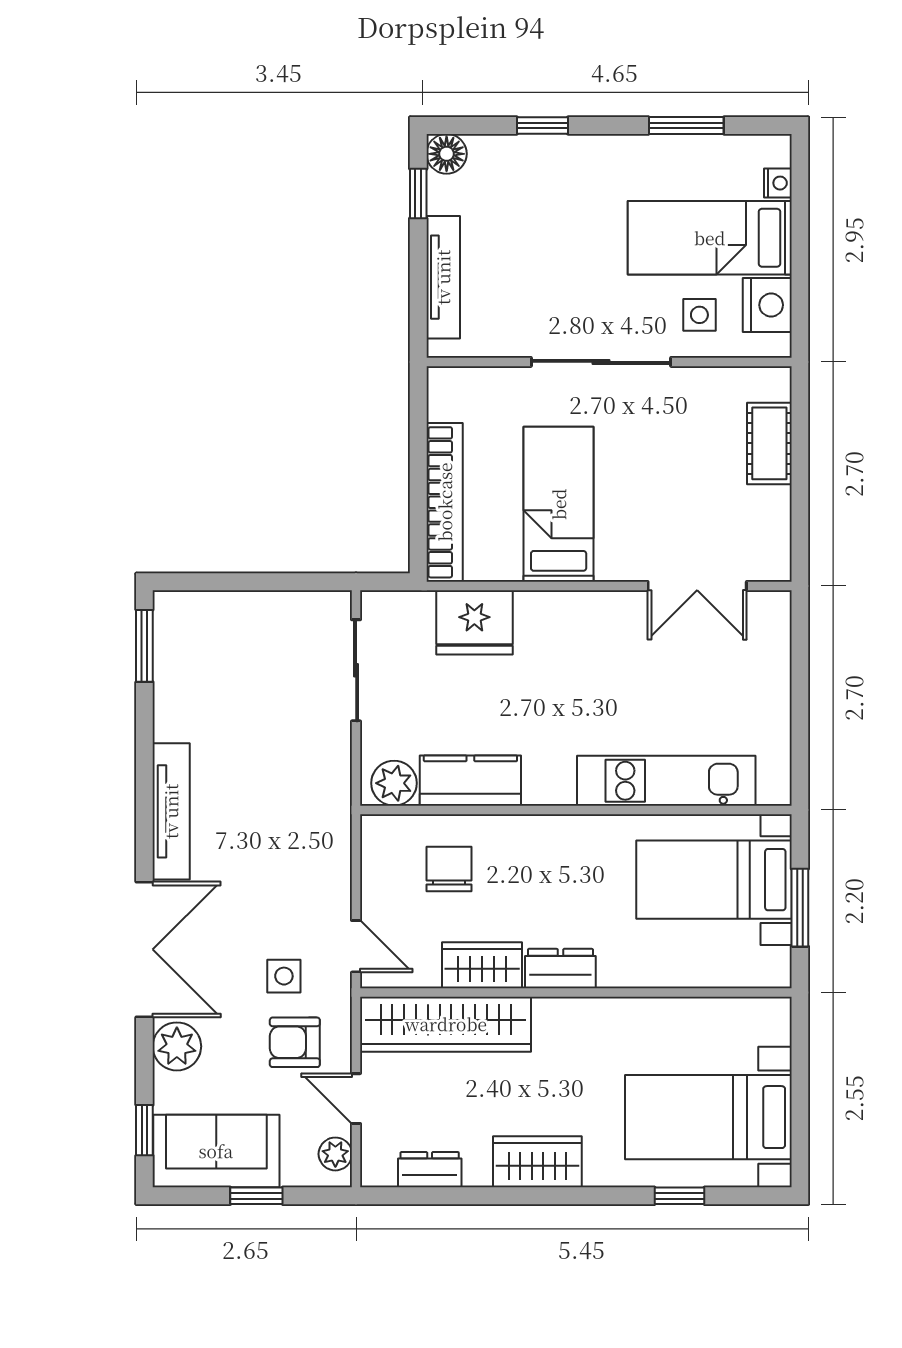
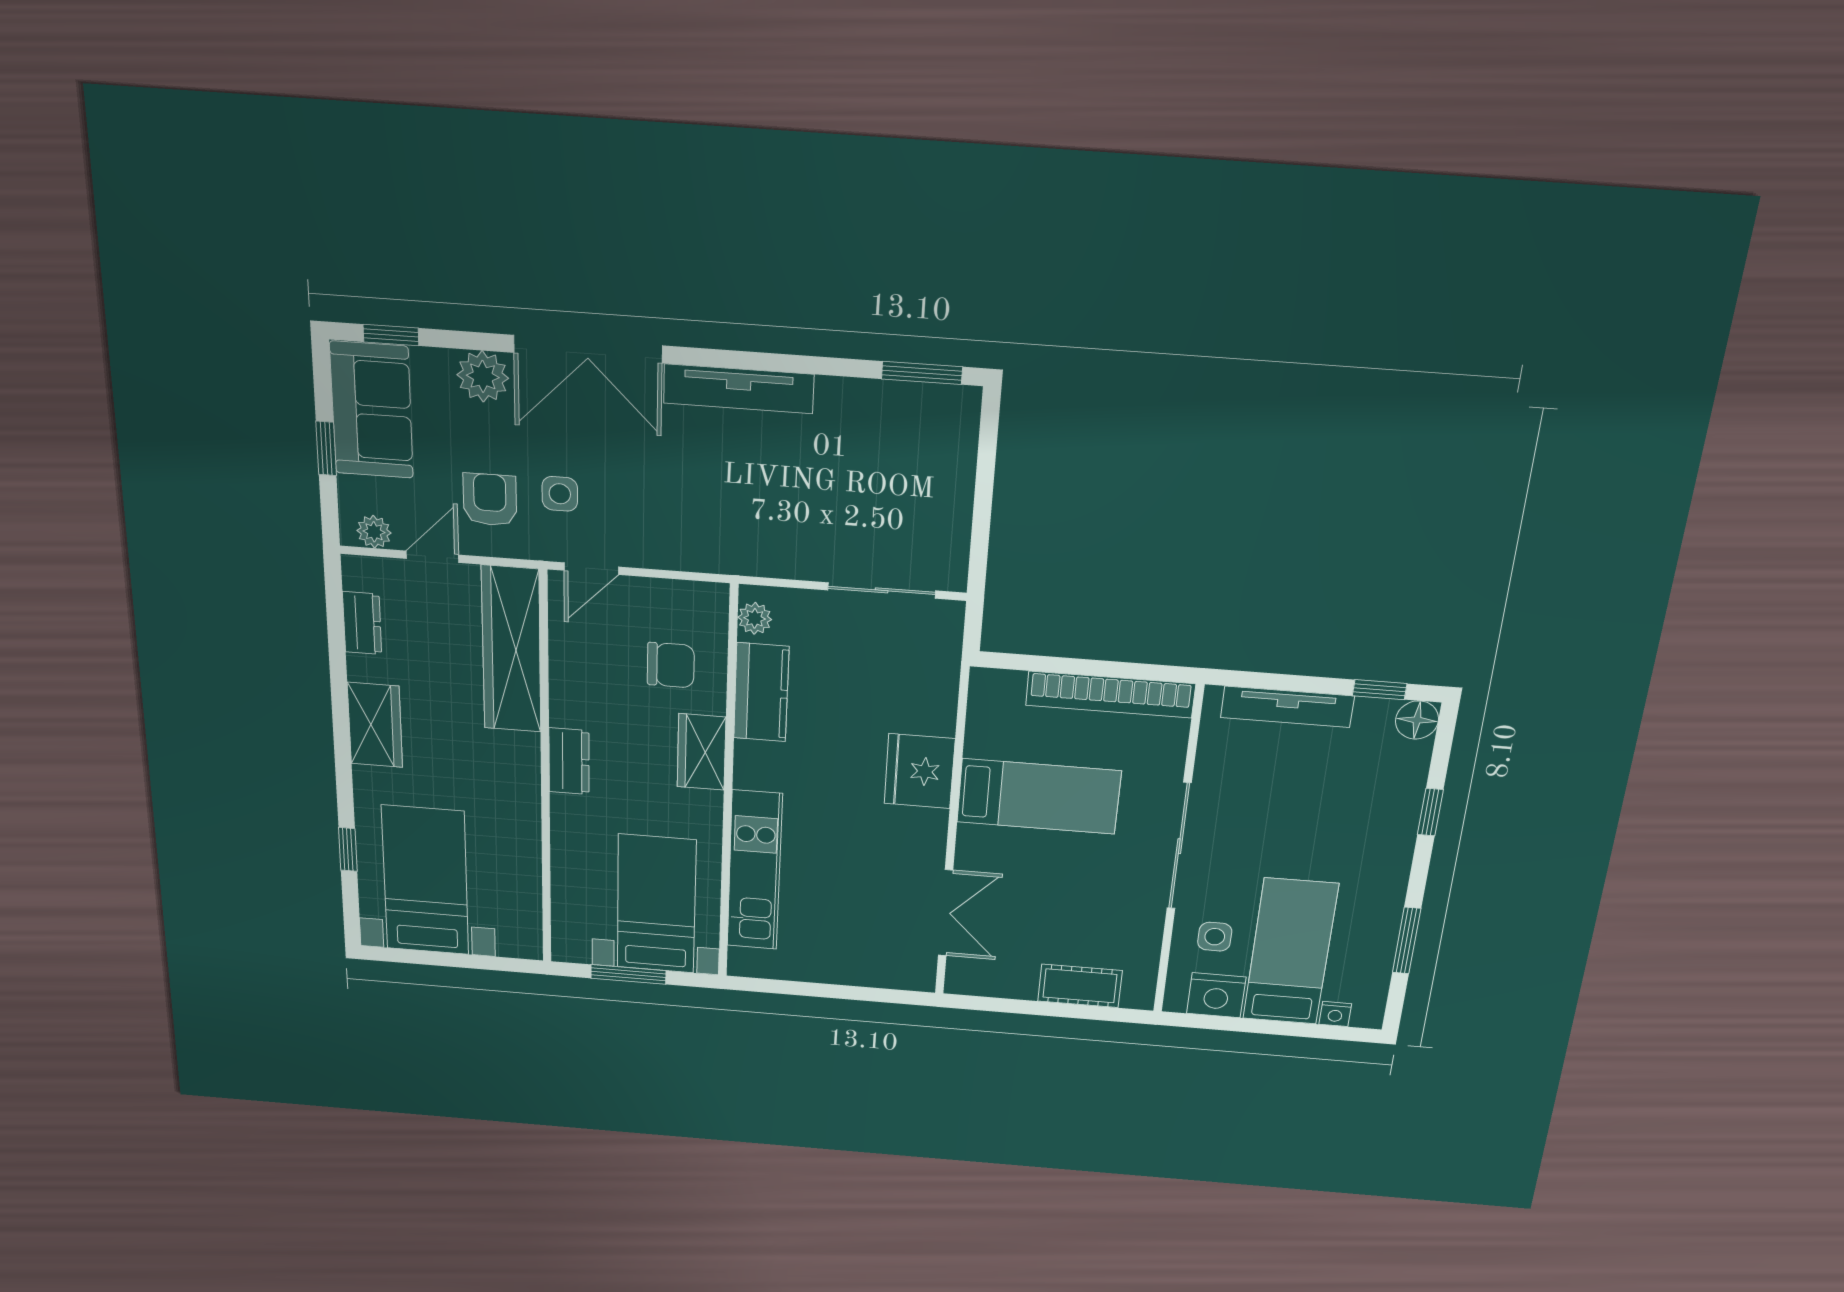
bookcase: (445, 502) -> (1110, 695), moved
double door: (697, 586) -> (946, 913), swing flipped
fridge: (474, 622) -> (920, 771), moved
plant: (394, 783) -> (755, 618), width x0.73, depth x0.73
wardrobe: (482, 965) -> (701, 752), moved, turned 180

